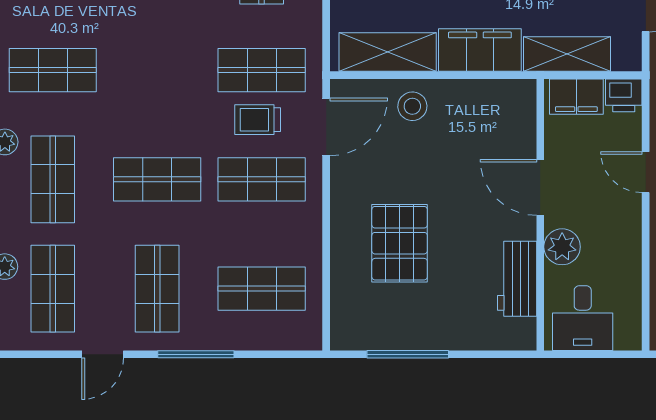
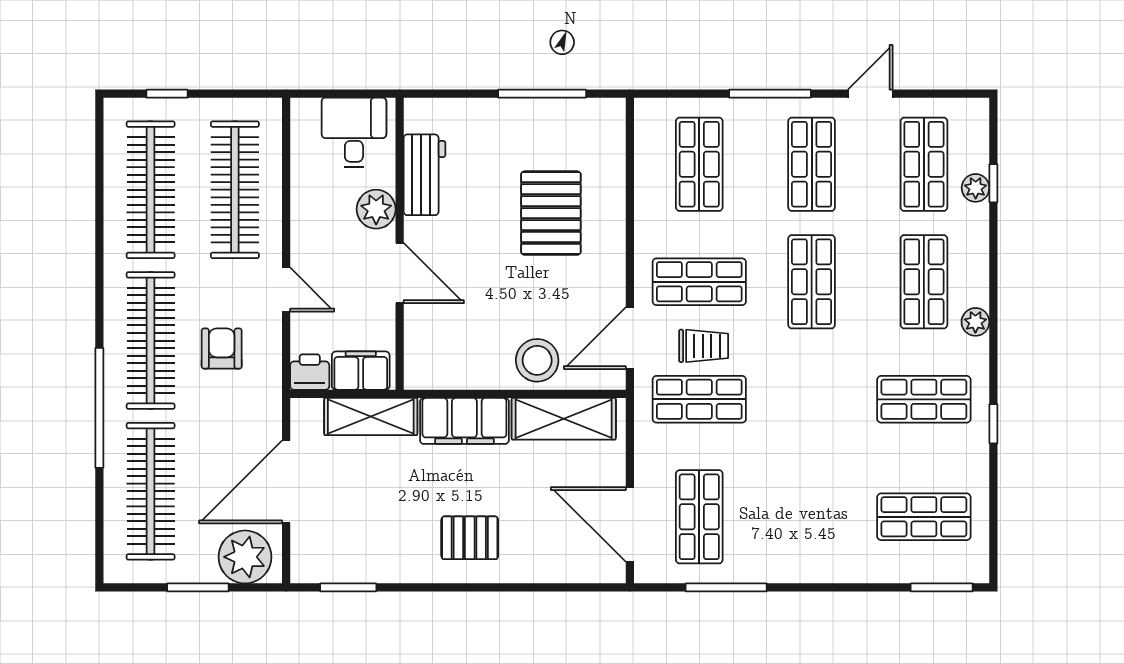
stool: (412, 106) -> (537, 360), width x1.38, depth x1.38
shop shelf: (157, 179) -> (812, 282), turned 90
shop shelf: (262, 289) -> (699, 164), turned 90

